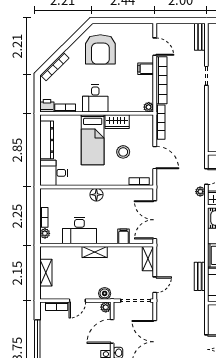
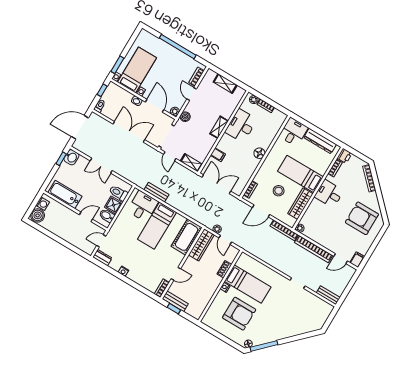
filing cabinet: (146, 69) -> (357, 260), moved
wardrobe: (117, 122) -> (300, 204), width x1.50

